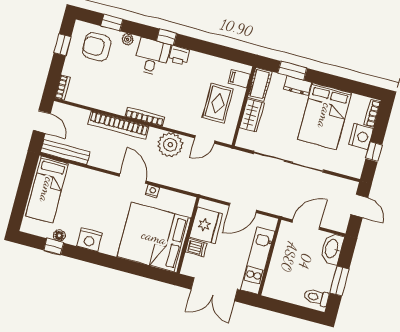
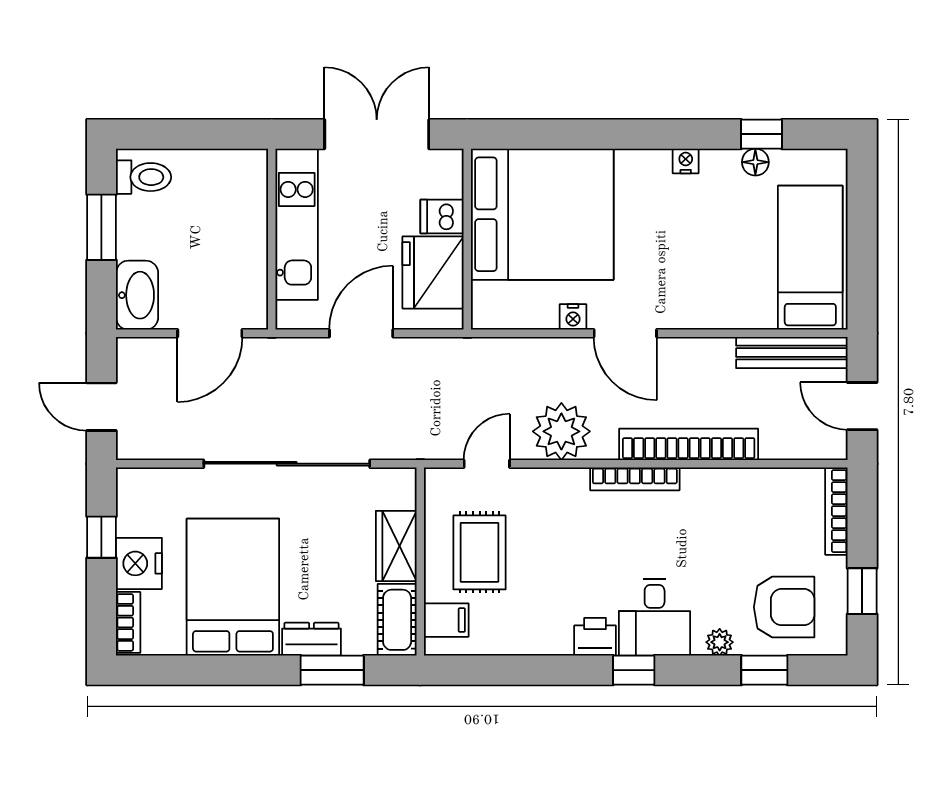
bookcase: (63, 88) -> (836, 511), width x1.56
nightstand: (89, 240) -> (686, 161), width x0.53, depth x0.56

